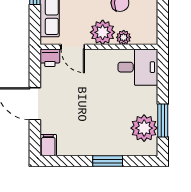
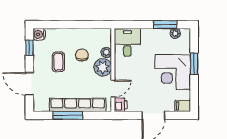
plant: (144, 128) -> (175, 33), width x0.53, depth x0.53
corner desk: (96, 131) -> (173, 72), added

